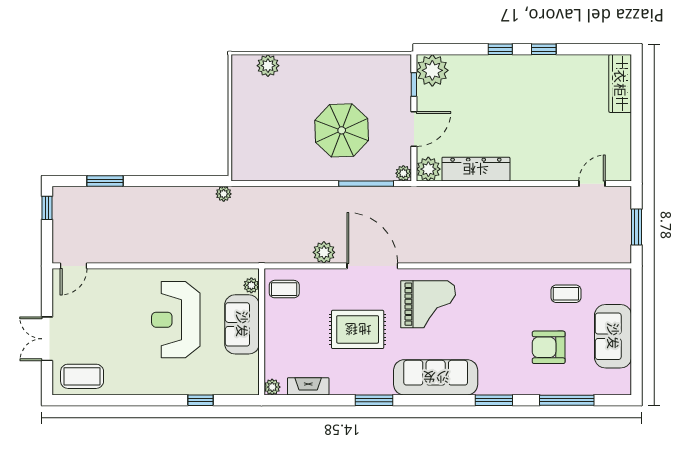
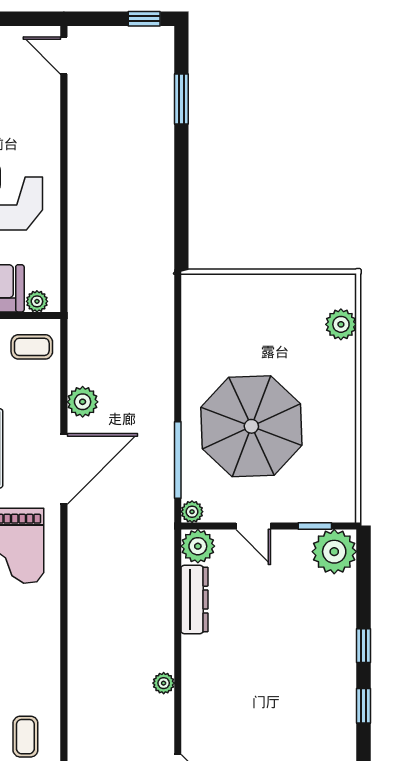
door: (414, 129) -> (253, 526), width x0.73
parasol: (342, 130) -> (251, 426), width x1.36, depth x1.36
dresser: (476, 169) -> (195, 600), width x0.73, depth x0.80
plant: (224, 194) -> (164, 683), moved
coffee table: (284, 289) -> (32, 347), turned 90

